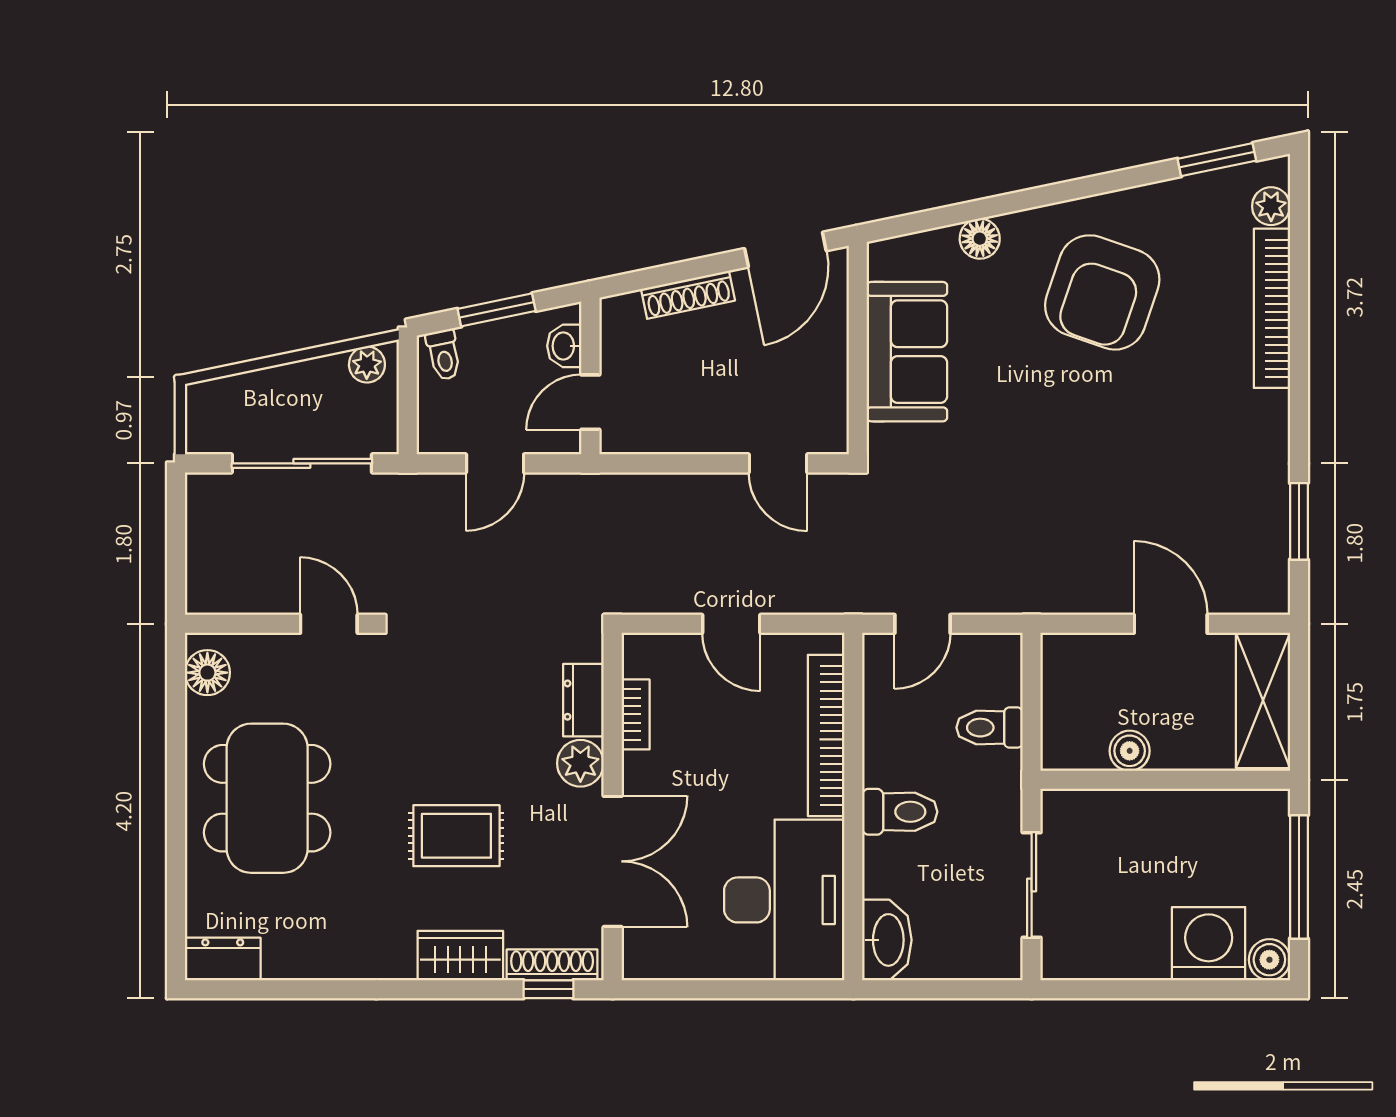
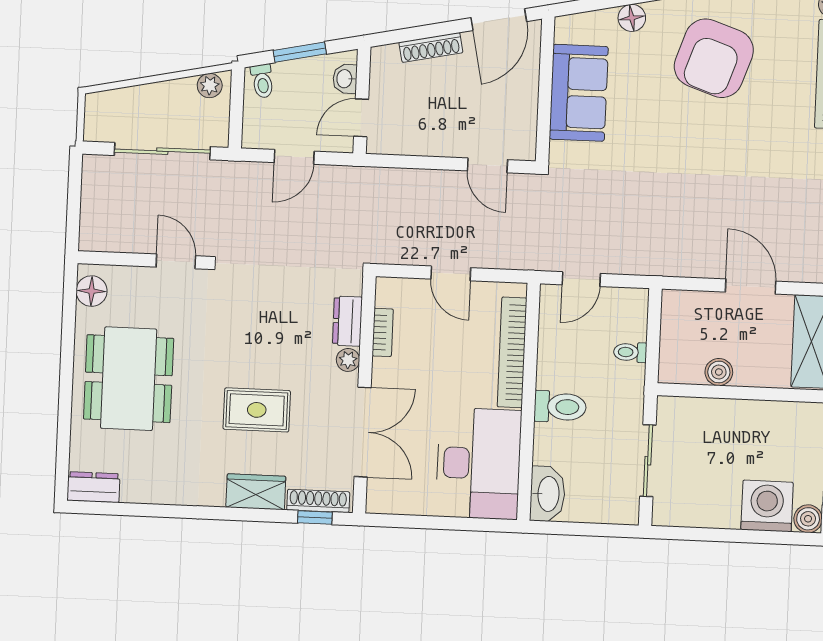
toilet: (990, 728) -> (630, 352), width x0.73, depth x0.72
plant: (580, 763) -> (348, 360), width x0.73, depth x0.73

